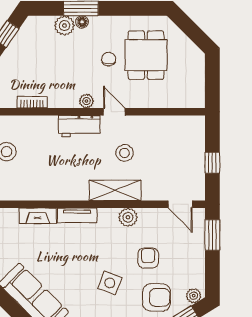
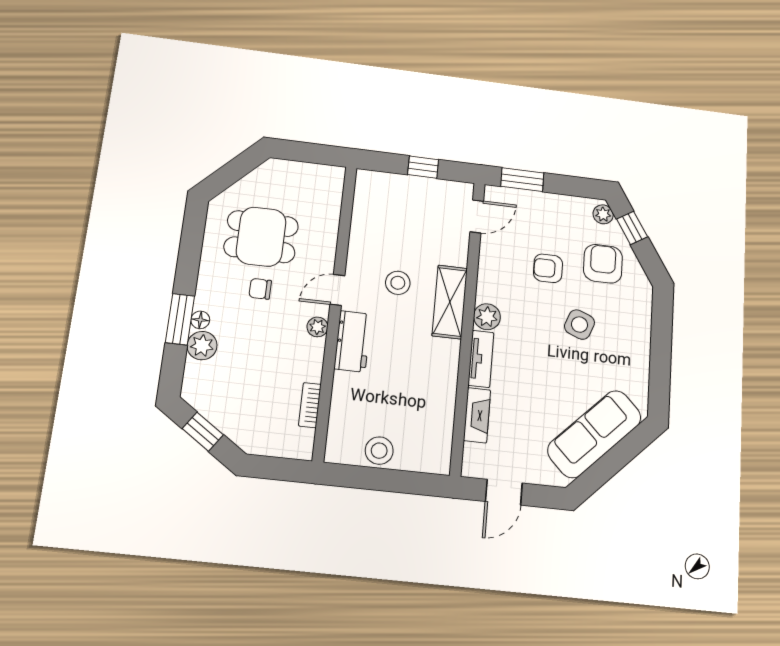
plant: (128, 217) -> (487, 317), moved

